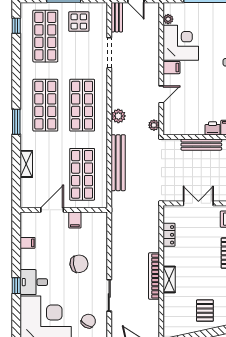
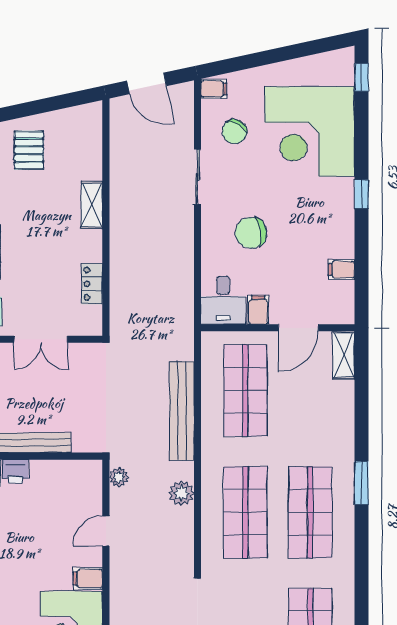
shelving: (26, 164) -> (344, 355), moved
bookcase: (154, 276) -> (119, 211), removed
desk: (34, 282) -> (223, 300), moved, turned 90

